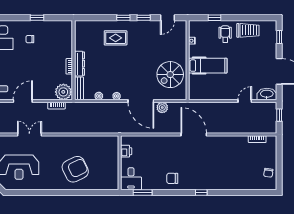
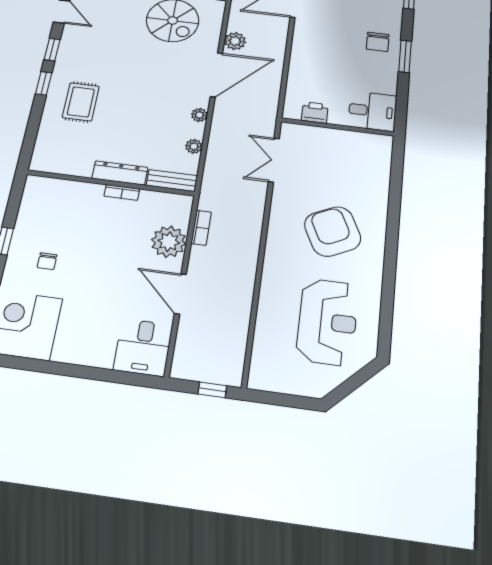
plant: (63, 92) -> (169, 242), moved
double door: (29, 134) -> (274, 160), moved
armchair: (75, 169) -> (333, 231), moved
window: (143, 193) -> (405, 56), moved

